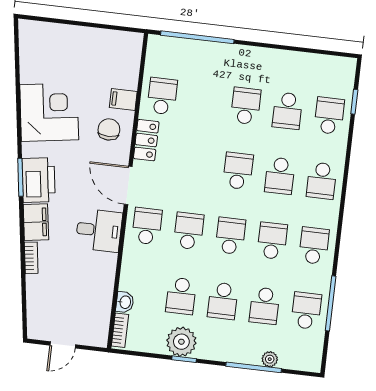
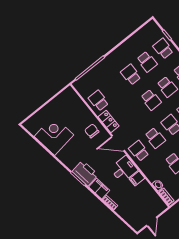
filing cabinet: (123, 99) -> (137, 179), moved
corner desk: (49, 112) -> (54, 136), moved
school desk: (238, 171) -> (151, 100), turned 180
school desk: (189, 231) -> (155, 138), turned 180

